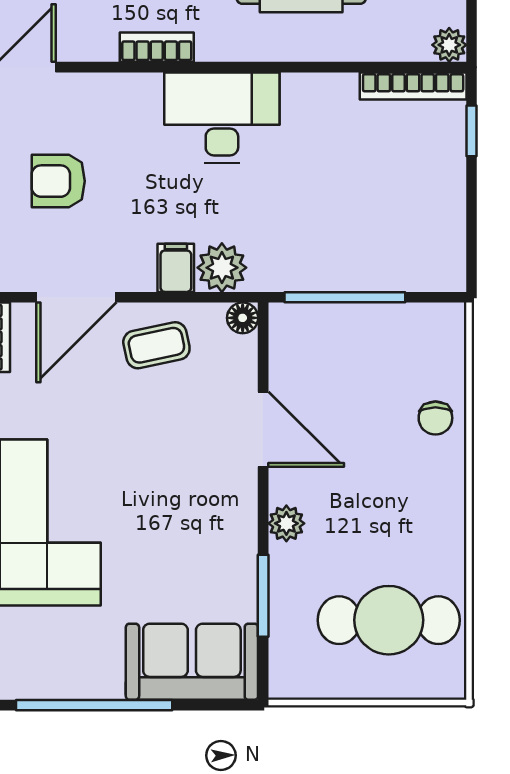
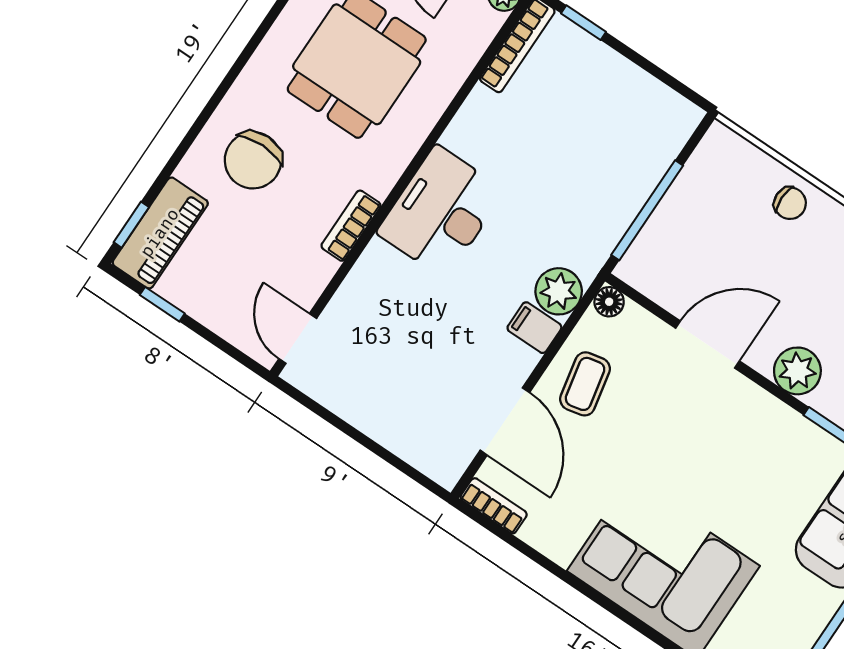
armchair: (58, 181) -> (404, 374), removed
plant: (286, 523) -> (797, 371), width x1.38, depth x1.38

